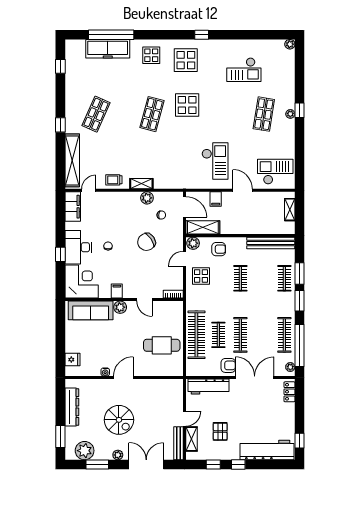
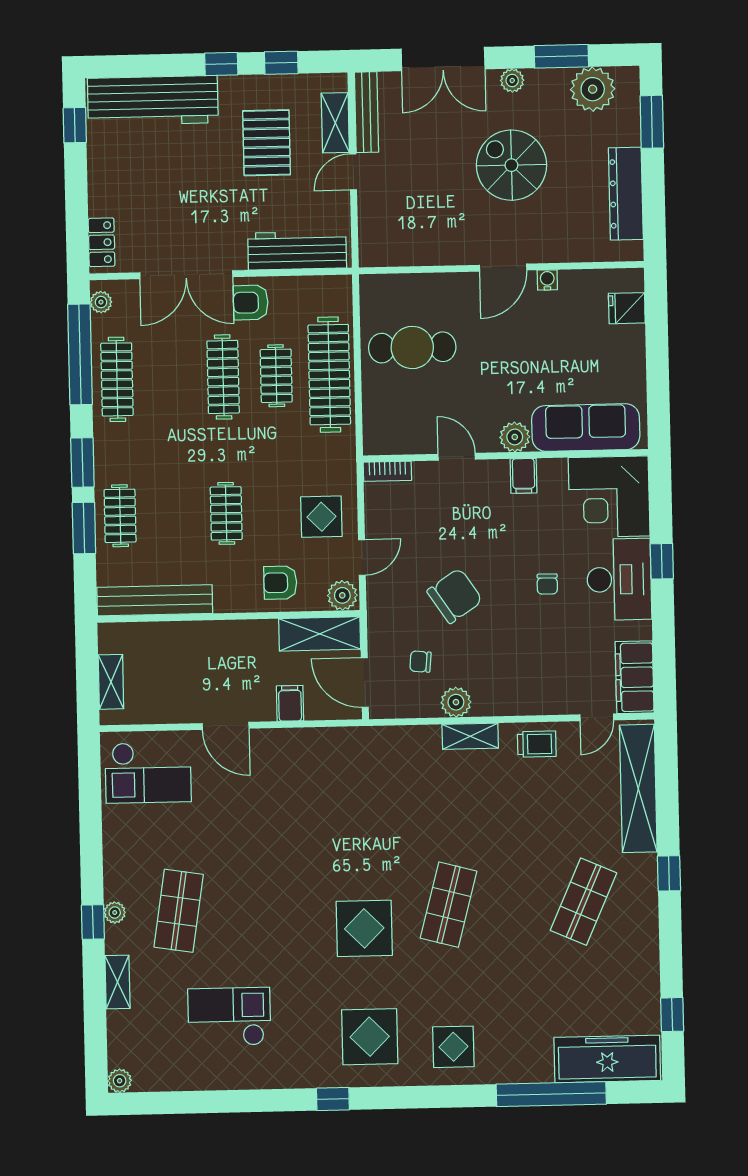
freezer: (108, 49) -> (607, 1059), moved
shelving: (290, 85) -> (117, 982), added
checkout: (215, 161) -> (294, 795), removed
pallet: (220, 431) -> (267, 143), width x1.50, depth x1.42

